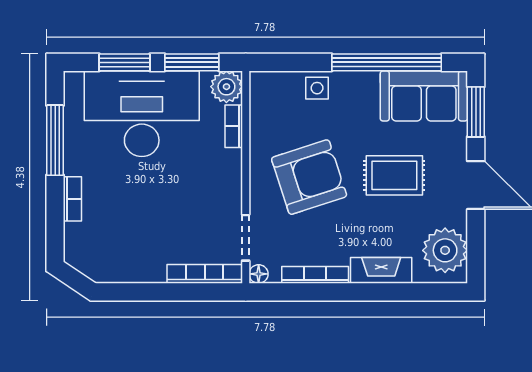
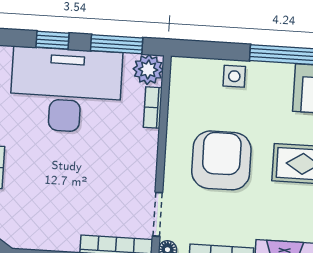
window: (124, 62) -> (53, 40), width x0.67
armchair: (309, 177) -> (221, 160), turned -72

